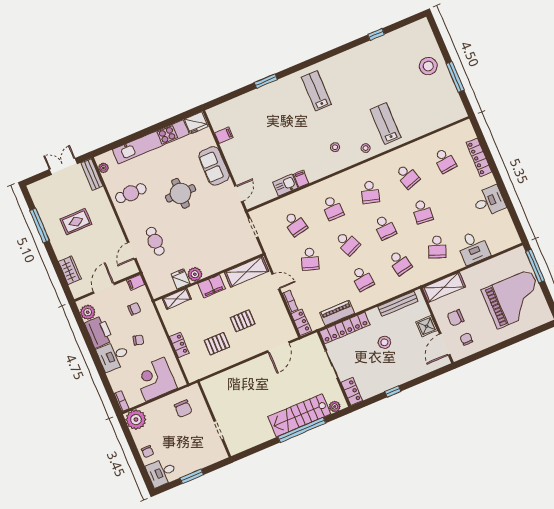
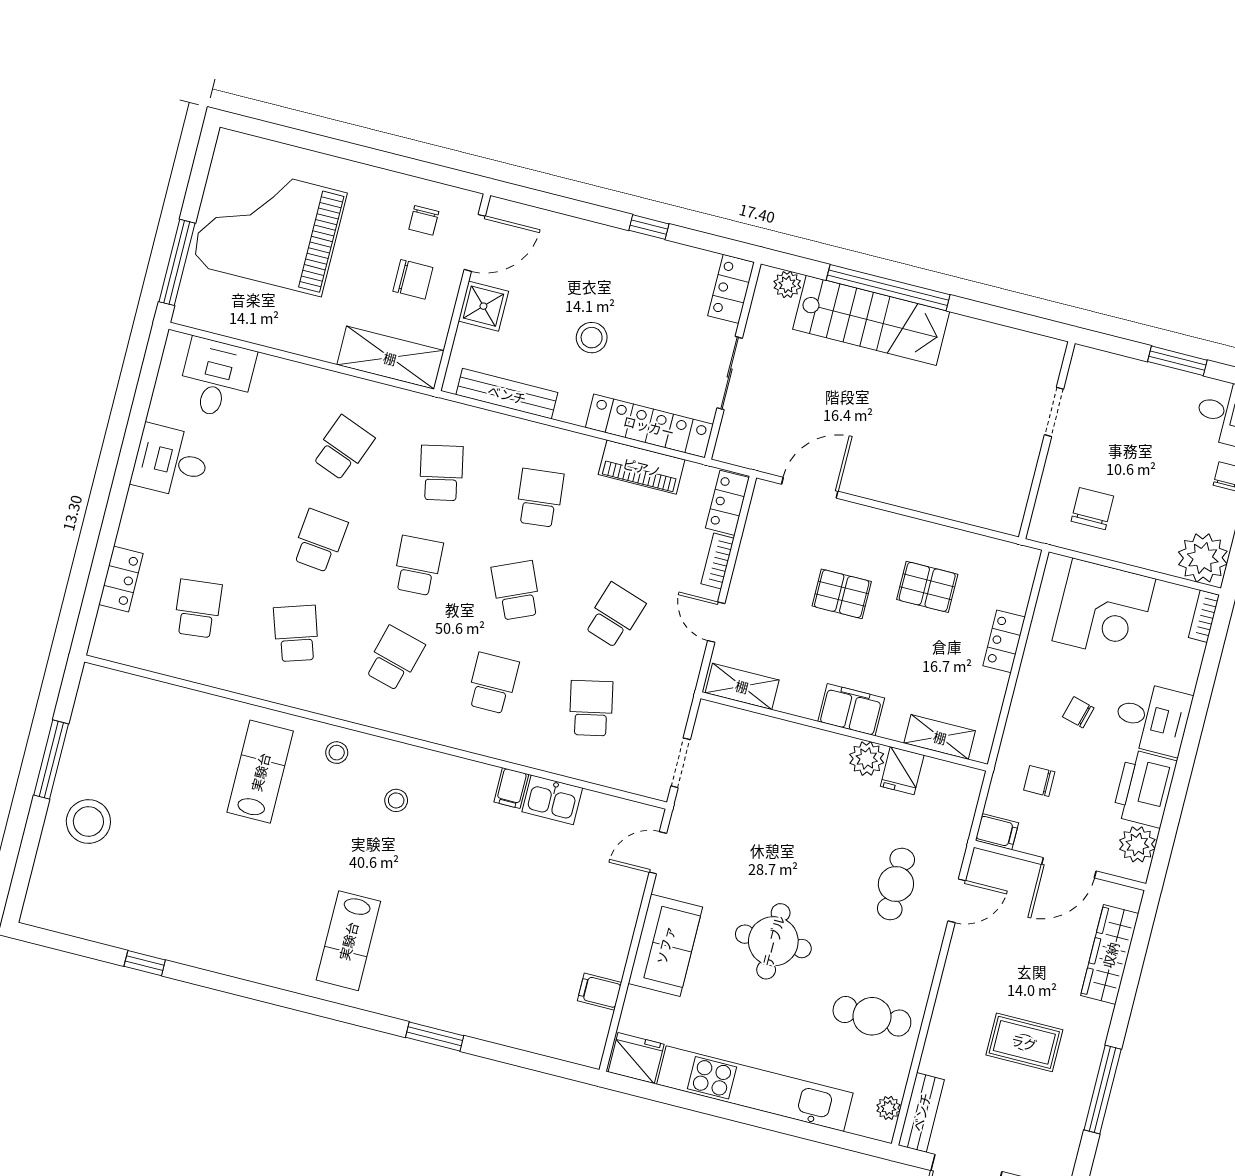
lab bench: (385, 124) -> (260, 772), turned 180
locker: (479, 157) -> (121, 579), width x0.66
desk: (473, 248) -> (216, 378), moved
wardrobe: (70, 270) -> (1110, 955), width x1.50
shelving: (247, 272) -> (742, 686), width x0.67, depth x0.75

